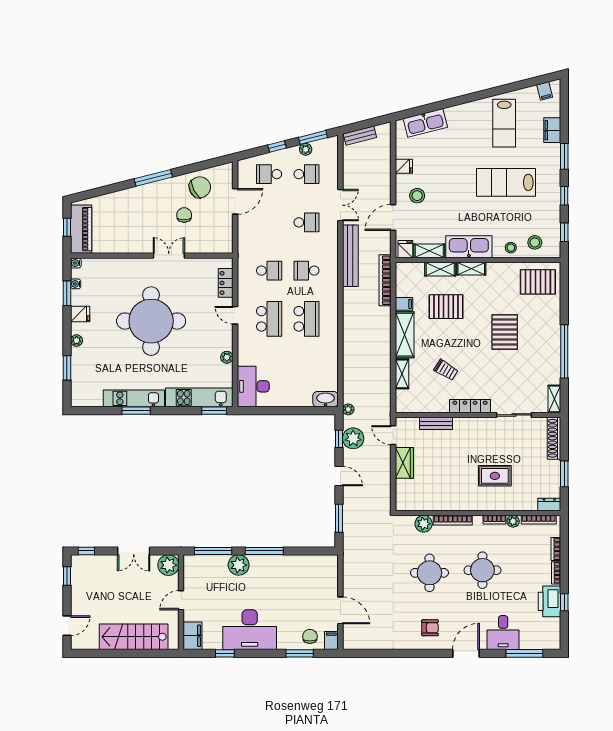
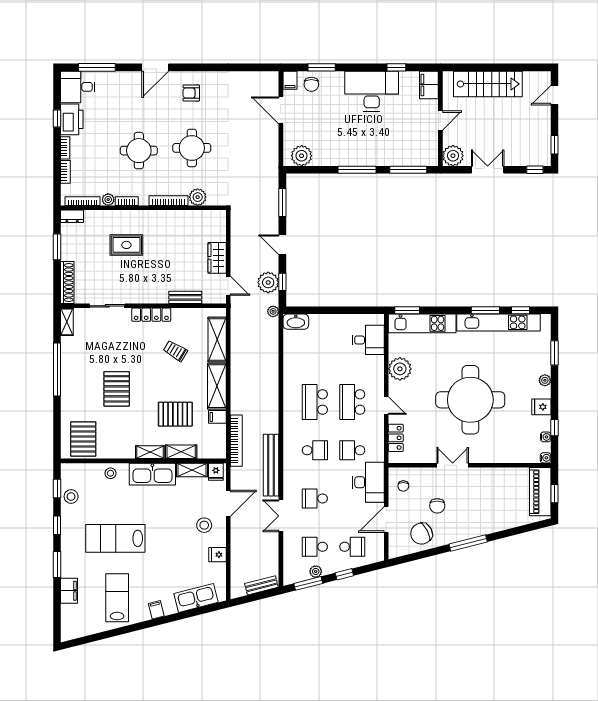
filing cabinet: (545, 91) -> (156, 610), moved
lab bench: (506, 182) -> (115, 538), turned 180
chair: (218, 235) -> (403, 486), added
desk: (253, 239) -> (368, 482), added
stool: (535, 242) -> (71, 496), moved
double door: (169, 256) -> (453, 465), swing flipped
pallet: (538, 282) -> (83, 439), turned 90
window: (67, 293) -> (554, 428), width x0.67
plant: (227, 357) -> (400, 369), width x1.88, depth x1.88
shelving: (402, 374) -> (217, 339), width x1.50, depth x1.33
desk: (253, 386) -> (368, 340), width x0.73
kitchen unit: (134, 398) -> (499, 322), width x1.36
window: (101, 411) -> (521, 310), added
plant: (239, 565) -> (302, 156), moved
desk: (503, 633) -> (78, 87), moved, turned -90

